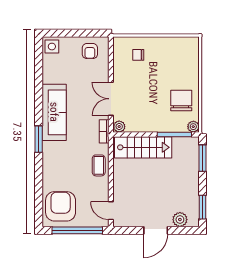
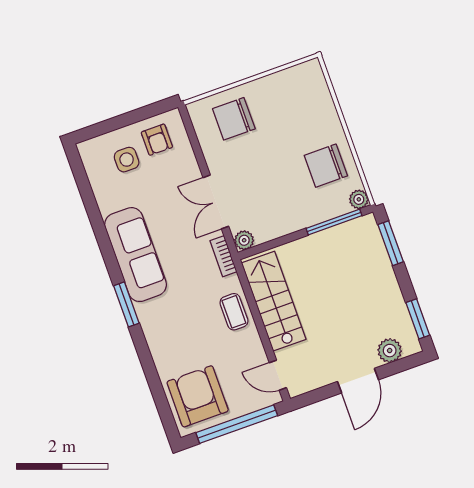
side table: (52, 47) -> (127, 160), moved
chair: (138, 55) -> (234, 119), width x1.87, depth x1.87
chair: (181, 101) -> (326, 166), turned -90
stairs: (143, 147) -> (274, 301), moved, turned -90

